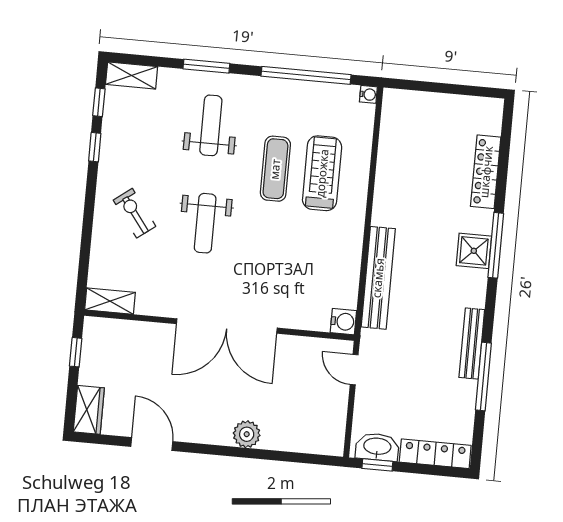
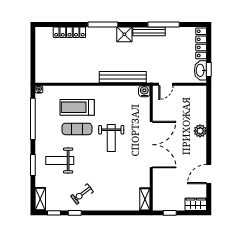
exercise bike: (134, 213) -> (82, 194), moved
weight bench: (205, 223) -> (111, 138), moved, turned 90
shower: (474, 251) -> (124, 34), moved

